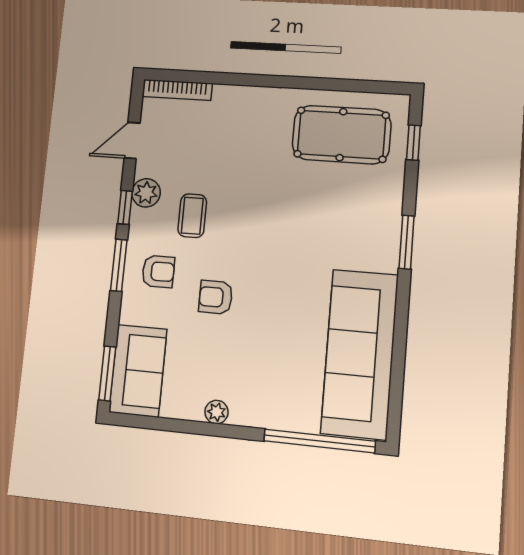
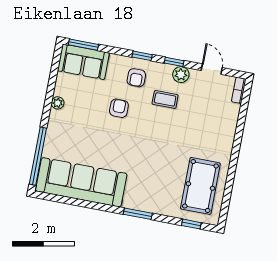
bookcase: (177, 90) -> (239, 90), width x0.64
window: (119, 265) -> (142, 56), width x0.67

